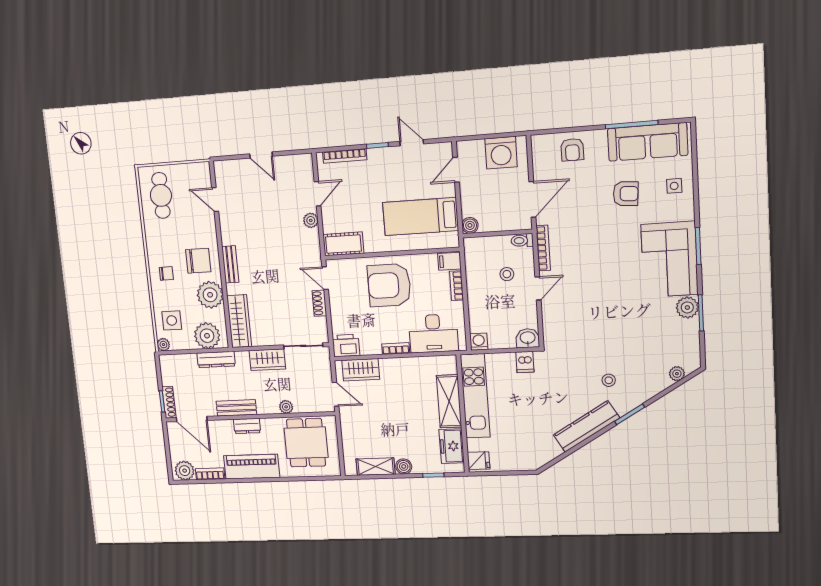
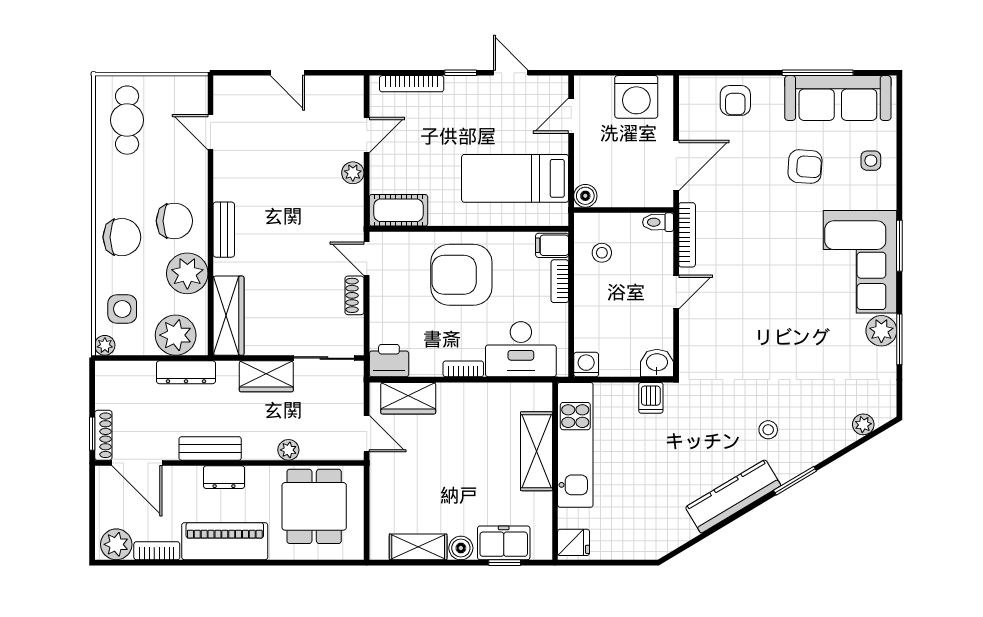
chair: (166, 273) -> (122, 237), width x1.87, depth x1.87
stool: (507, 274) -> (602, 253), moved
freezer: (452, 446) -> (504, 543), moved, turned 90

